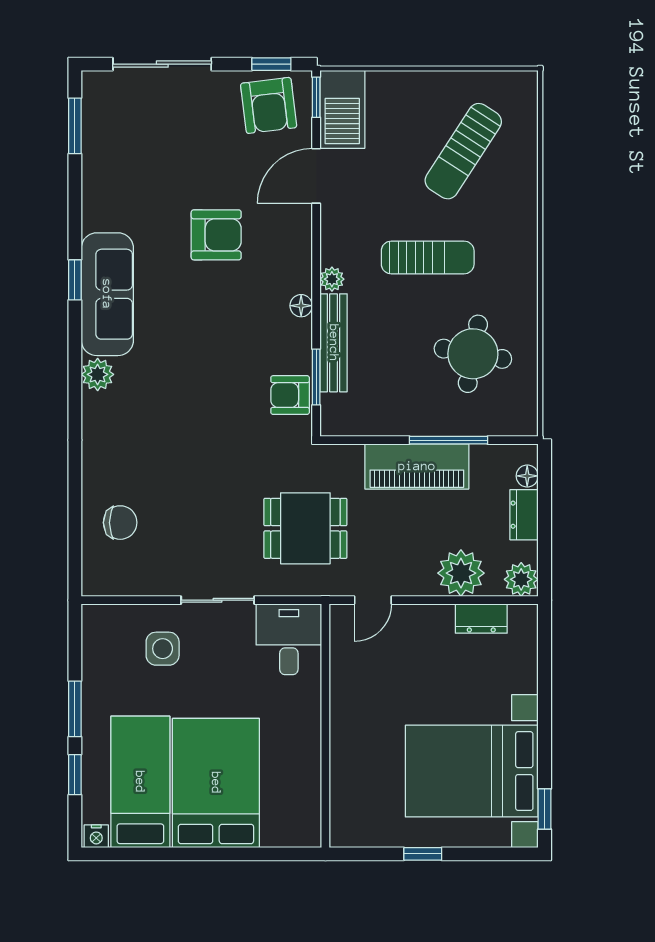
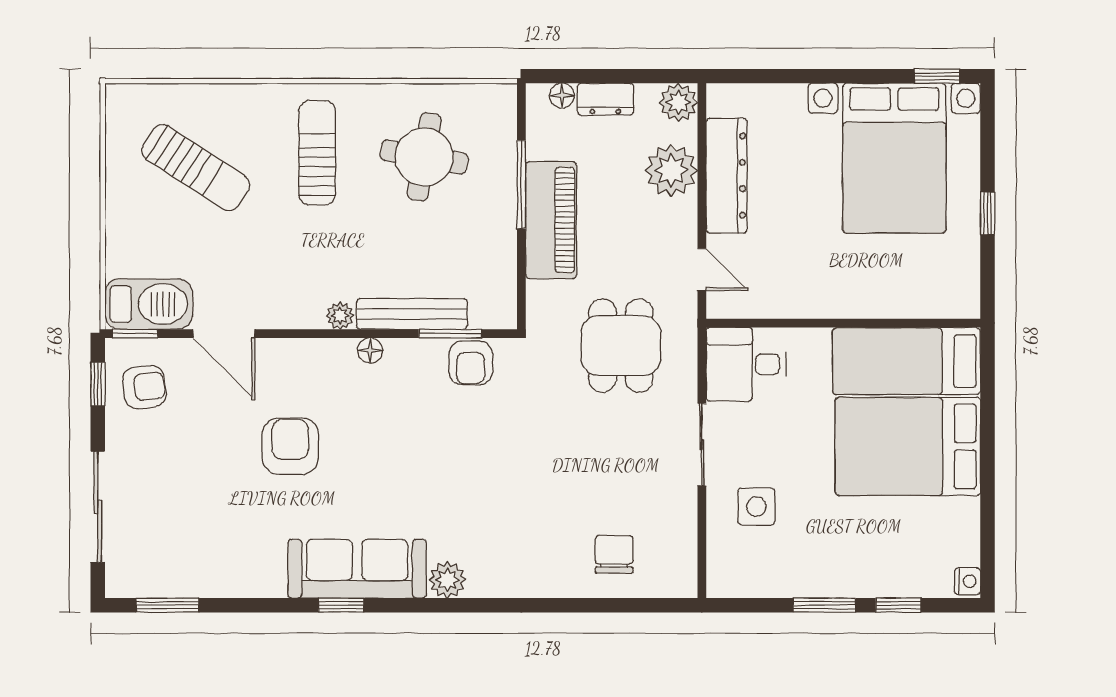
armchair: (269, 105) -> (144, 387), width x0.72, depth x0.72
sun lounger: (428, 257) -> (317, 153), moved
dresser: (481, 619) -> (727, 176), width x1.96, depth x1.24
bed: (140, 782) -> (906, 361), moved

